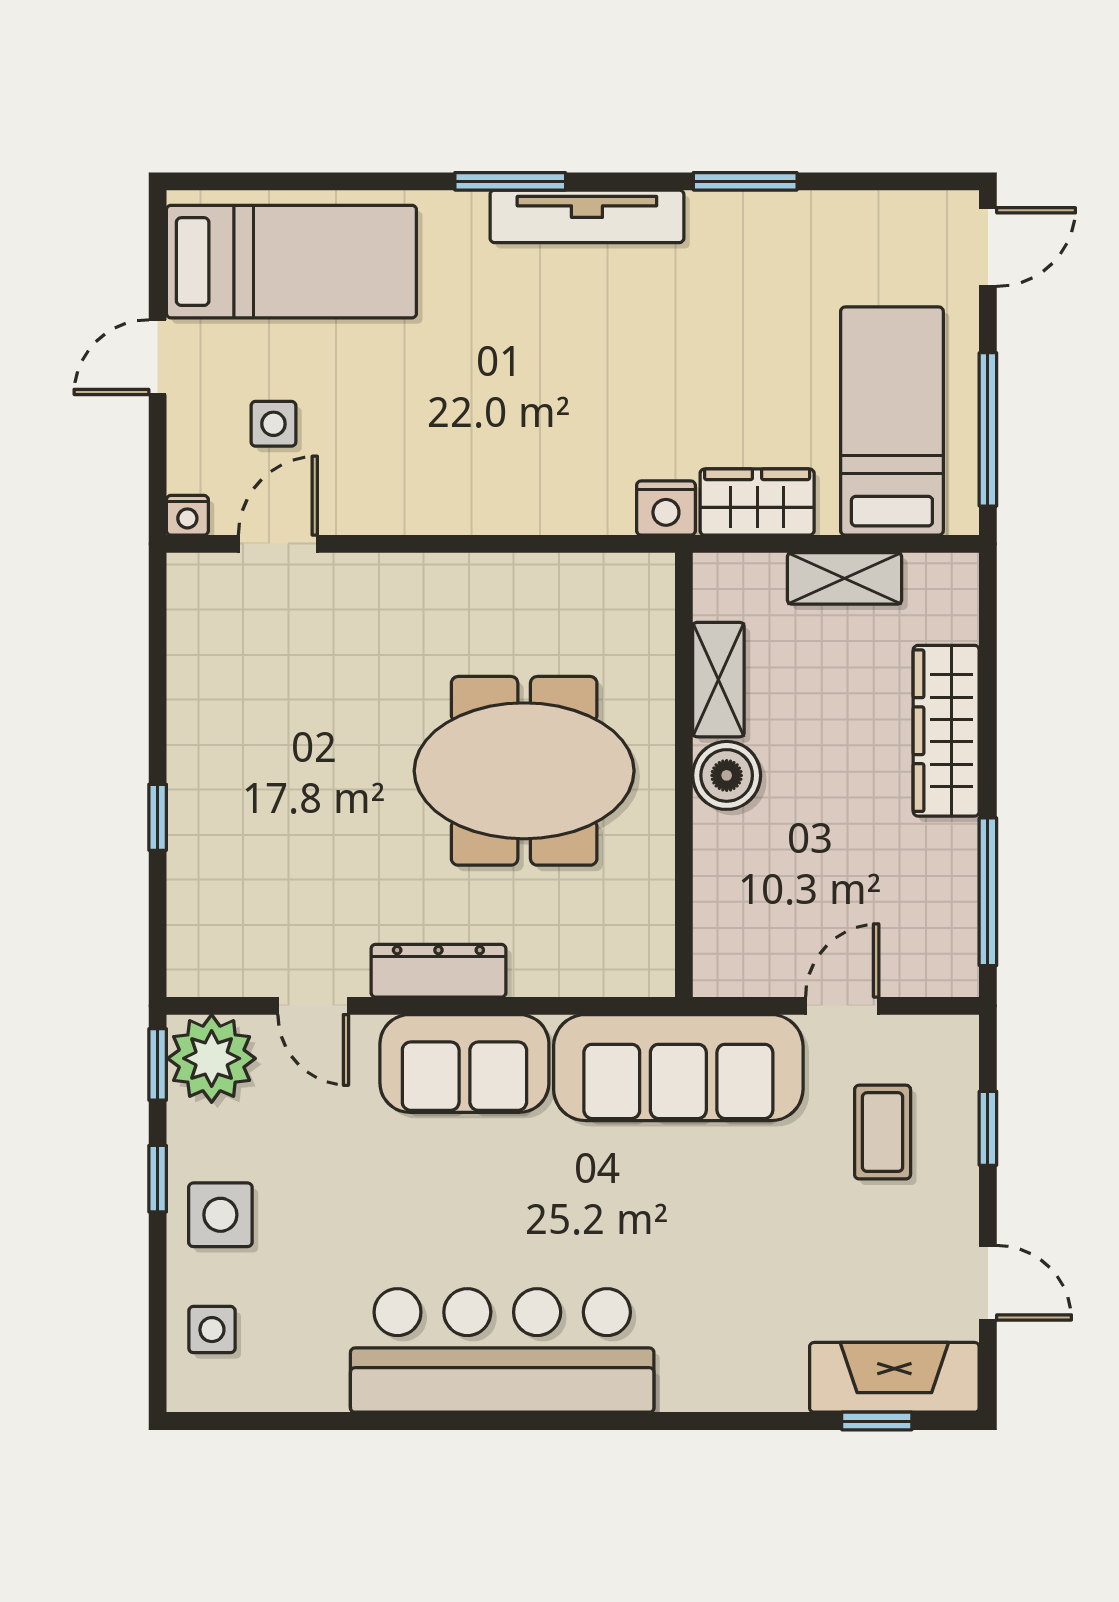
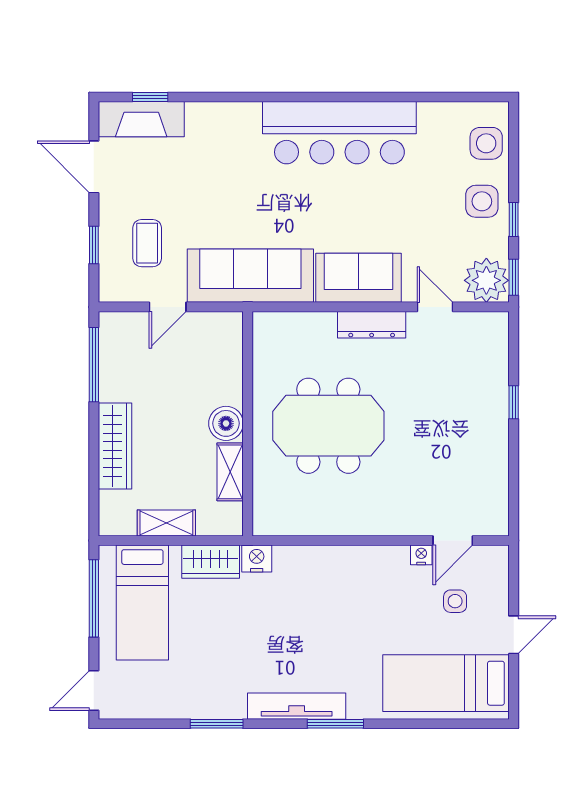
nightstand: (187, 515) -> (421, 555), moved
door: (988, 1283) -> (94, 167), width x1.38
side table: (212, 1330) -> (486, 143), width x1.37, depth x1.37

